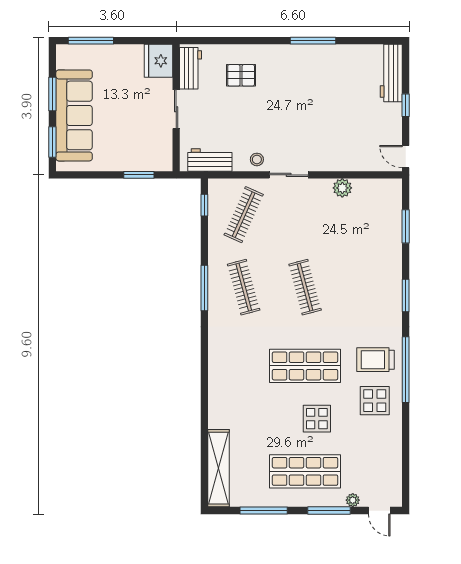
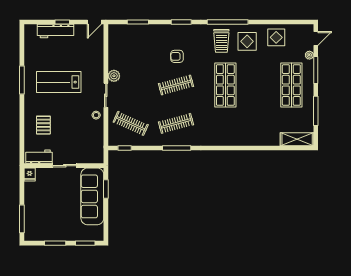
fridge: (159, 61) -> (30, 174), width x0.53, depth x0.75
workbench: (391, 73) -> (56, 31), moved
lab bench: (310, 100) -> (59, 82), added
sofa: (74, 115) -> (92, 196), moved, turned -90
workbench: (210, 160) -> (96, 145), removed
plant: (342, 188) -> (114, 76), moved
armchair: (351, 289) -> (177, 56), added
display table: (317, 419) -> (276, 37), moved
shelving: (218, 468) -> (297, 139), width x0.68

